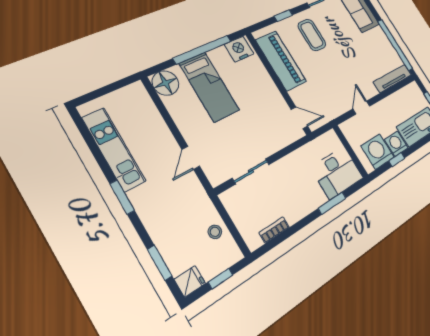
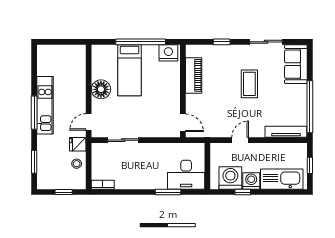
coffee table: (312, 35) -> (249, 84), moved
piano: (281, 61) -> (194, 75), width x0.73, depth x0.75
floor lamp: (165, 83) -> (101, 89), moved
kitchen unit: (114, 149) -> (45, 105), moved
door: (191, 158) -> (89, 122), moved
window: (122, 197) -> (34, 113), width x1.44
bookcase: (274, 230) -> (103, 185), moved
fridge: (190, 281) -> (78, 144), moved, turned 180

